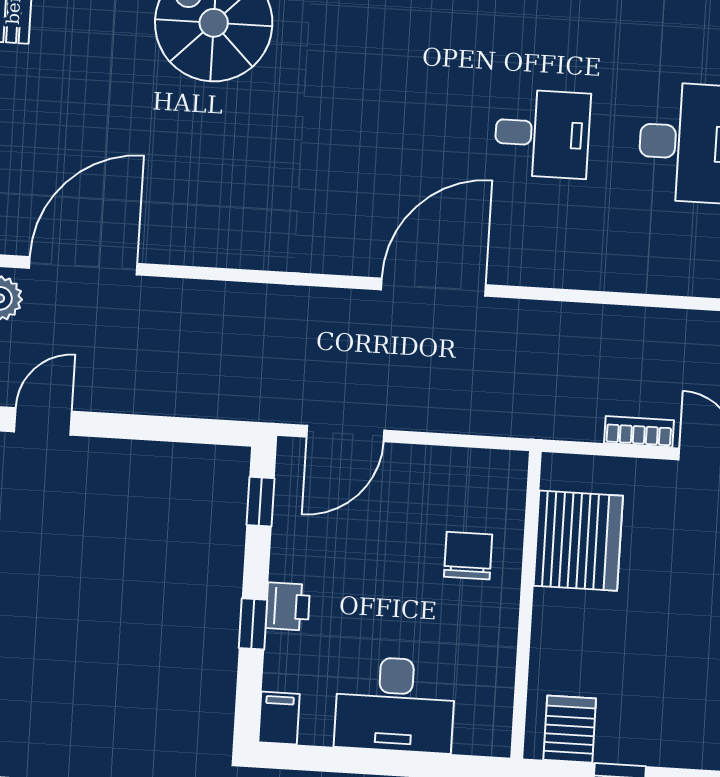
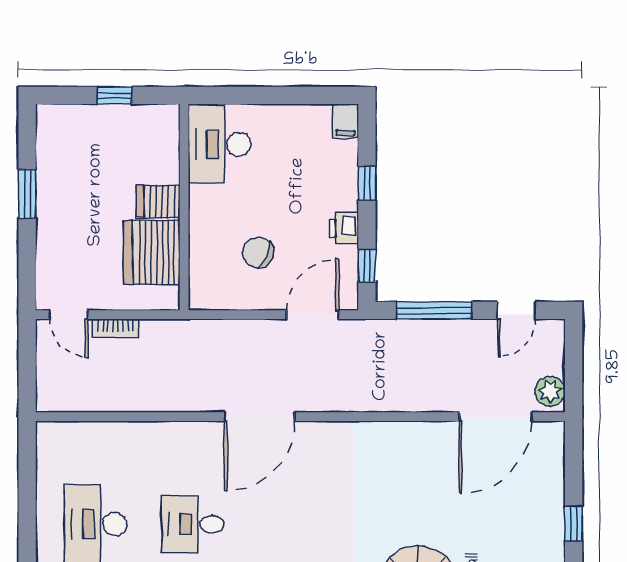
window: (165, 429) -> (434, 310), added
chair: (468, 556) -> (258, 252), moved, turned 114
printer: (288, 606) -> (344, 228), moved
desk: (395, 705) -> (219, 144), moved, turned -90
server rack: (570, 729) -> (158, 202), moved, turned 90

